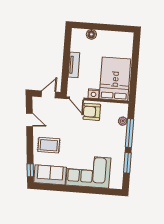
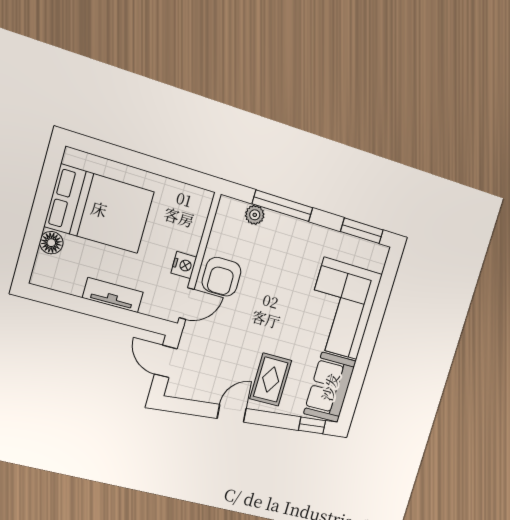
bed: (115, 79) -> (99, 209), moved, turned 180
door: (29, 120) -> (232, 413), moved
window: (127, 163) -> (362, 231), moved

